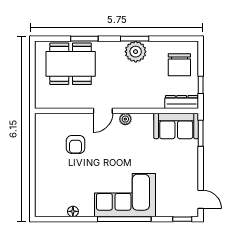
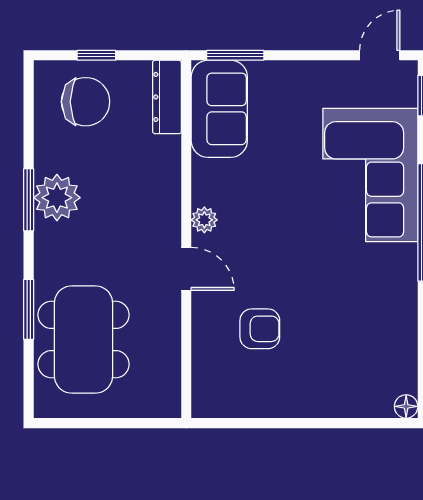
window: (201, 85) -> (96, 55), moved
corner sofa: (125, 195) -> (370, 175), moved
floor lamp: (73, 211) -> (406, 406), moved

